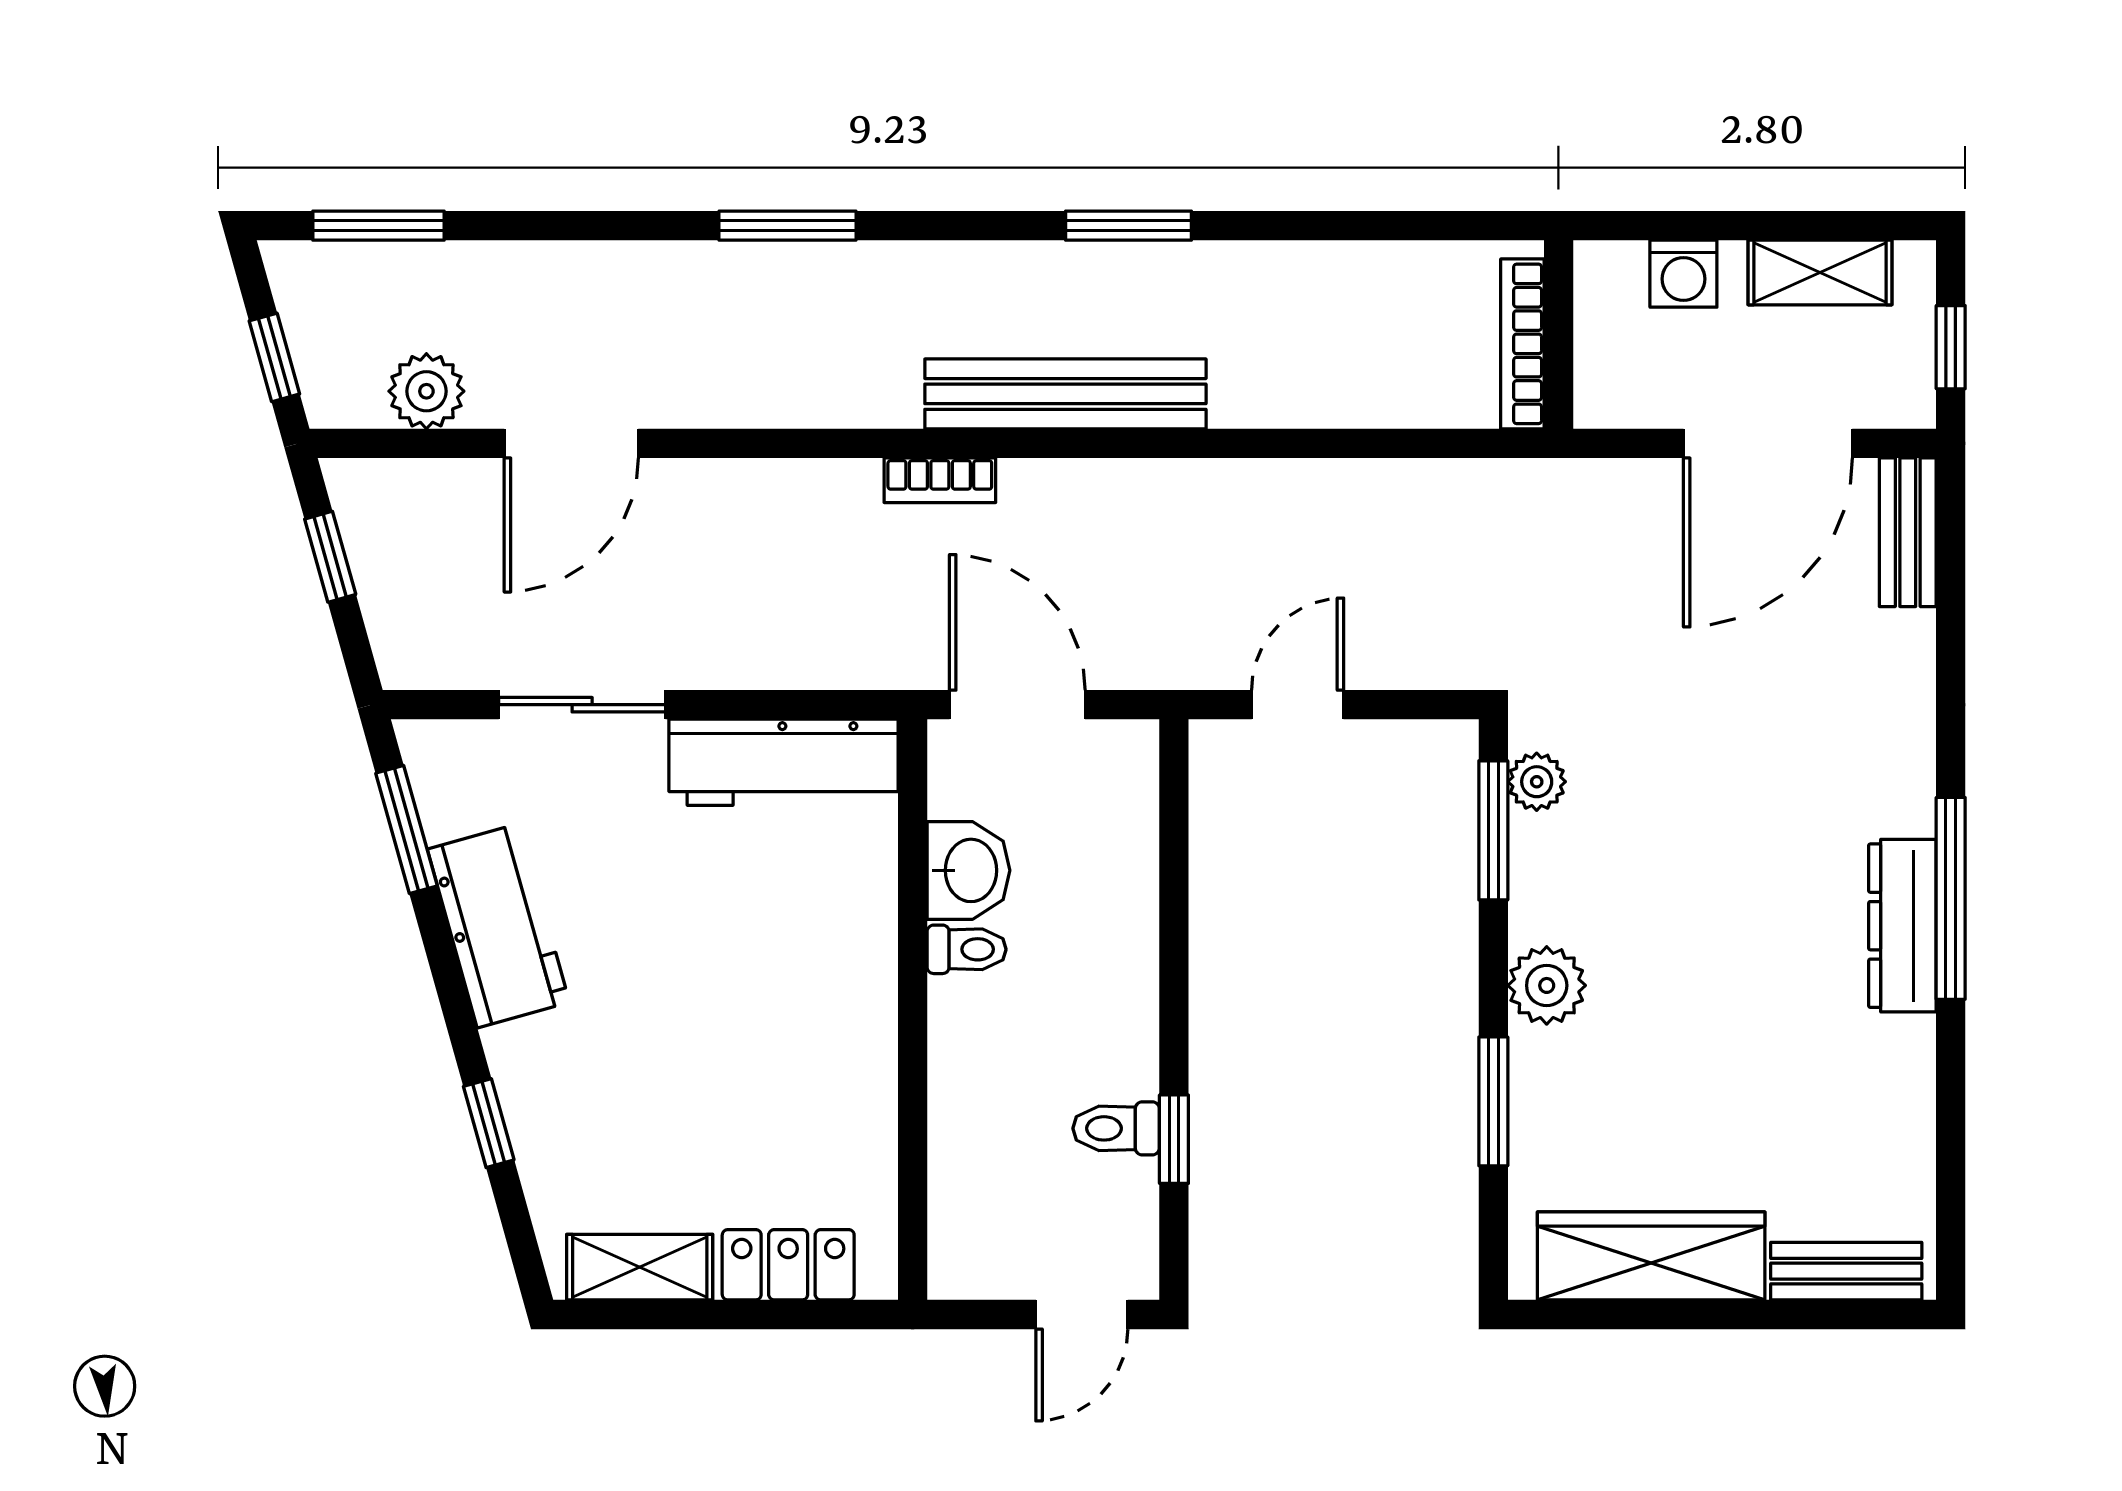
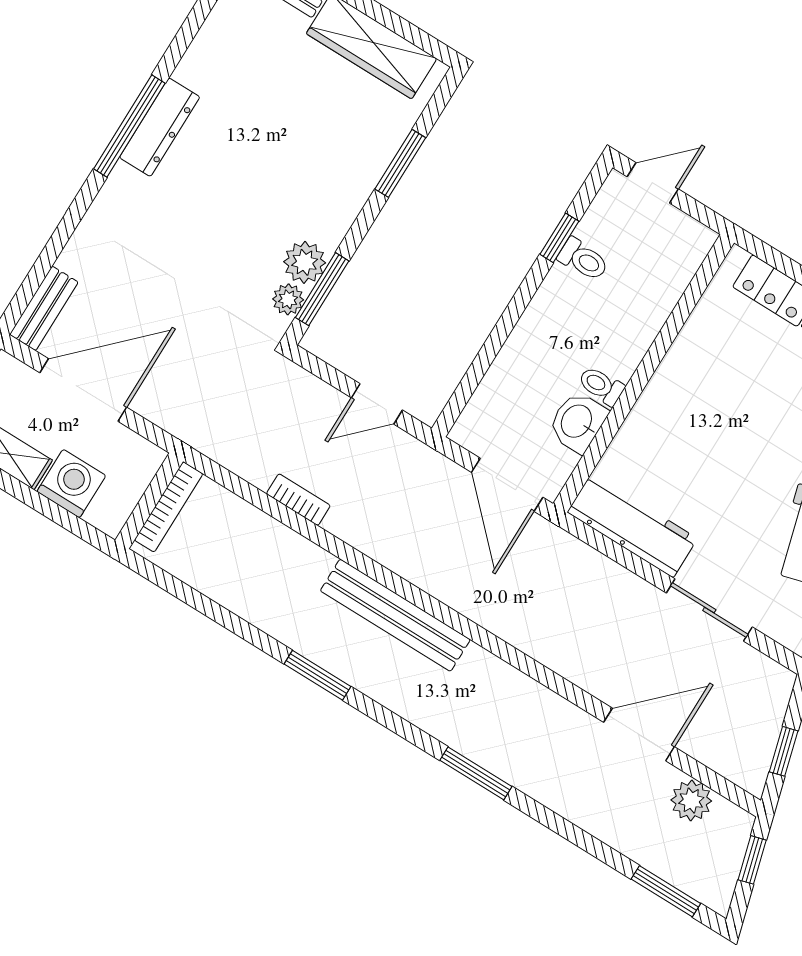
washing machine: (1683, 274) -> (71, 484), width x1.38, depth x1.38
bookcase: (940, 480) -> (298, 500), moved
plant: (1547, 985) -> (305, 262), moved

